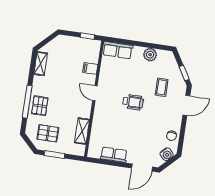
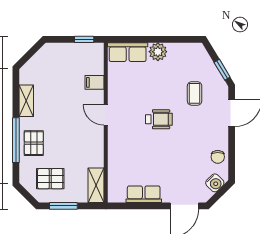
plant: (150, 55) -> (158, 52), moved
shelving: (41, 64) -> (26, 101), moved
shelving: (82, 131) -> (96, 185), moved

